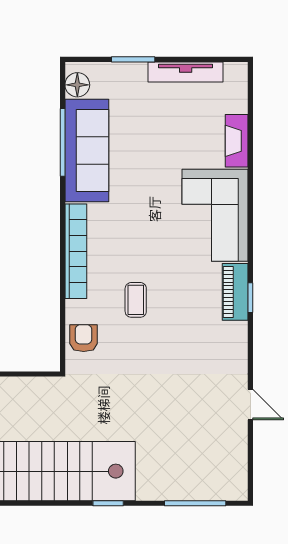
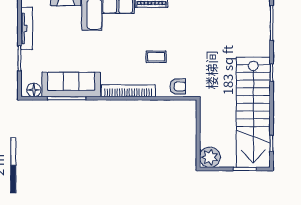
armchair: (84, 338) -> (178, 86), turned 180

